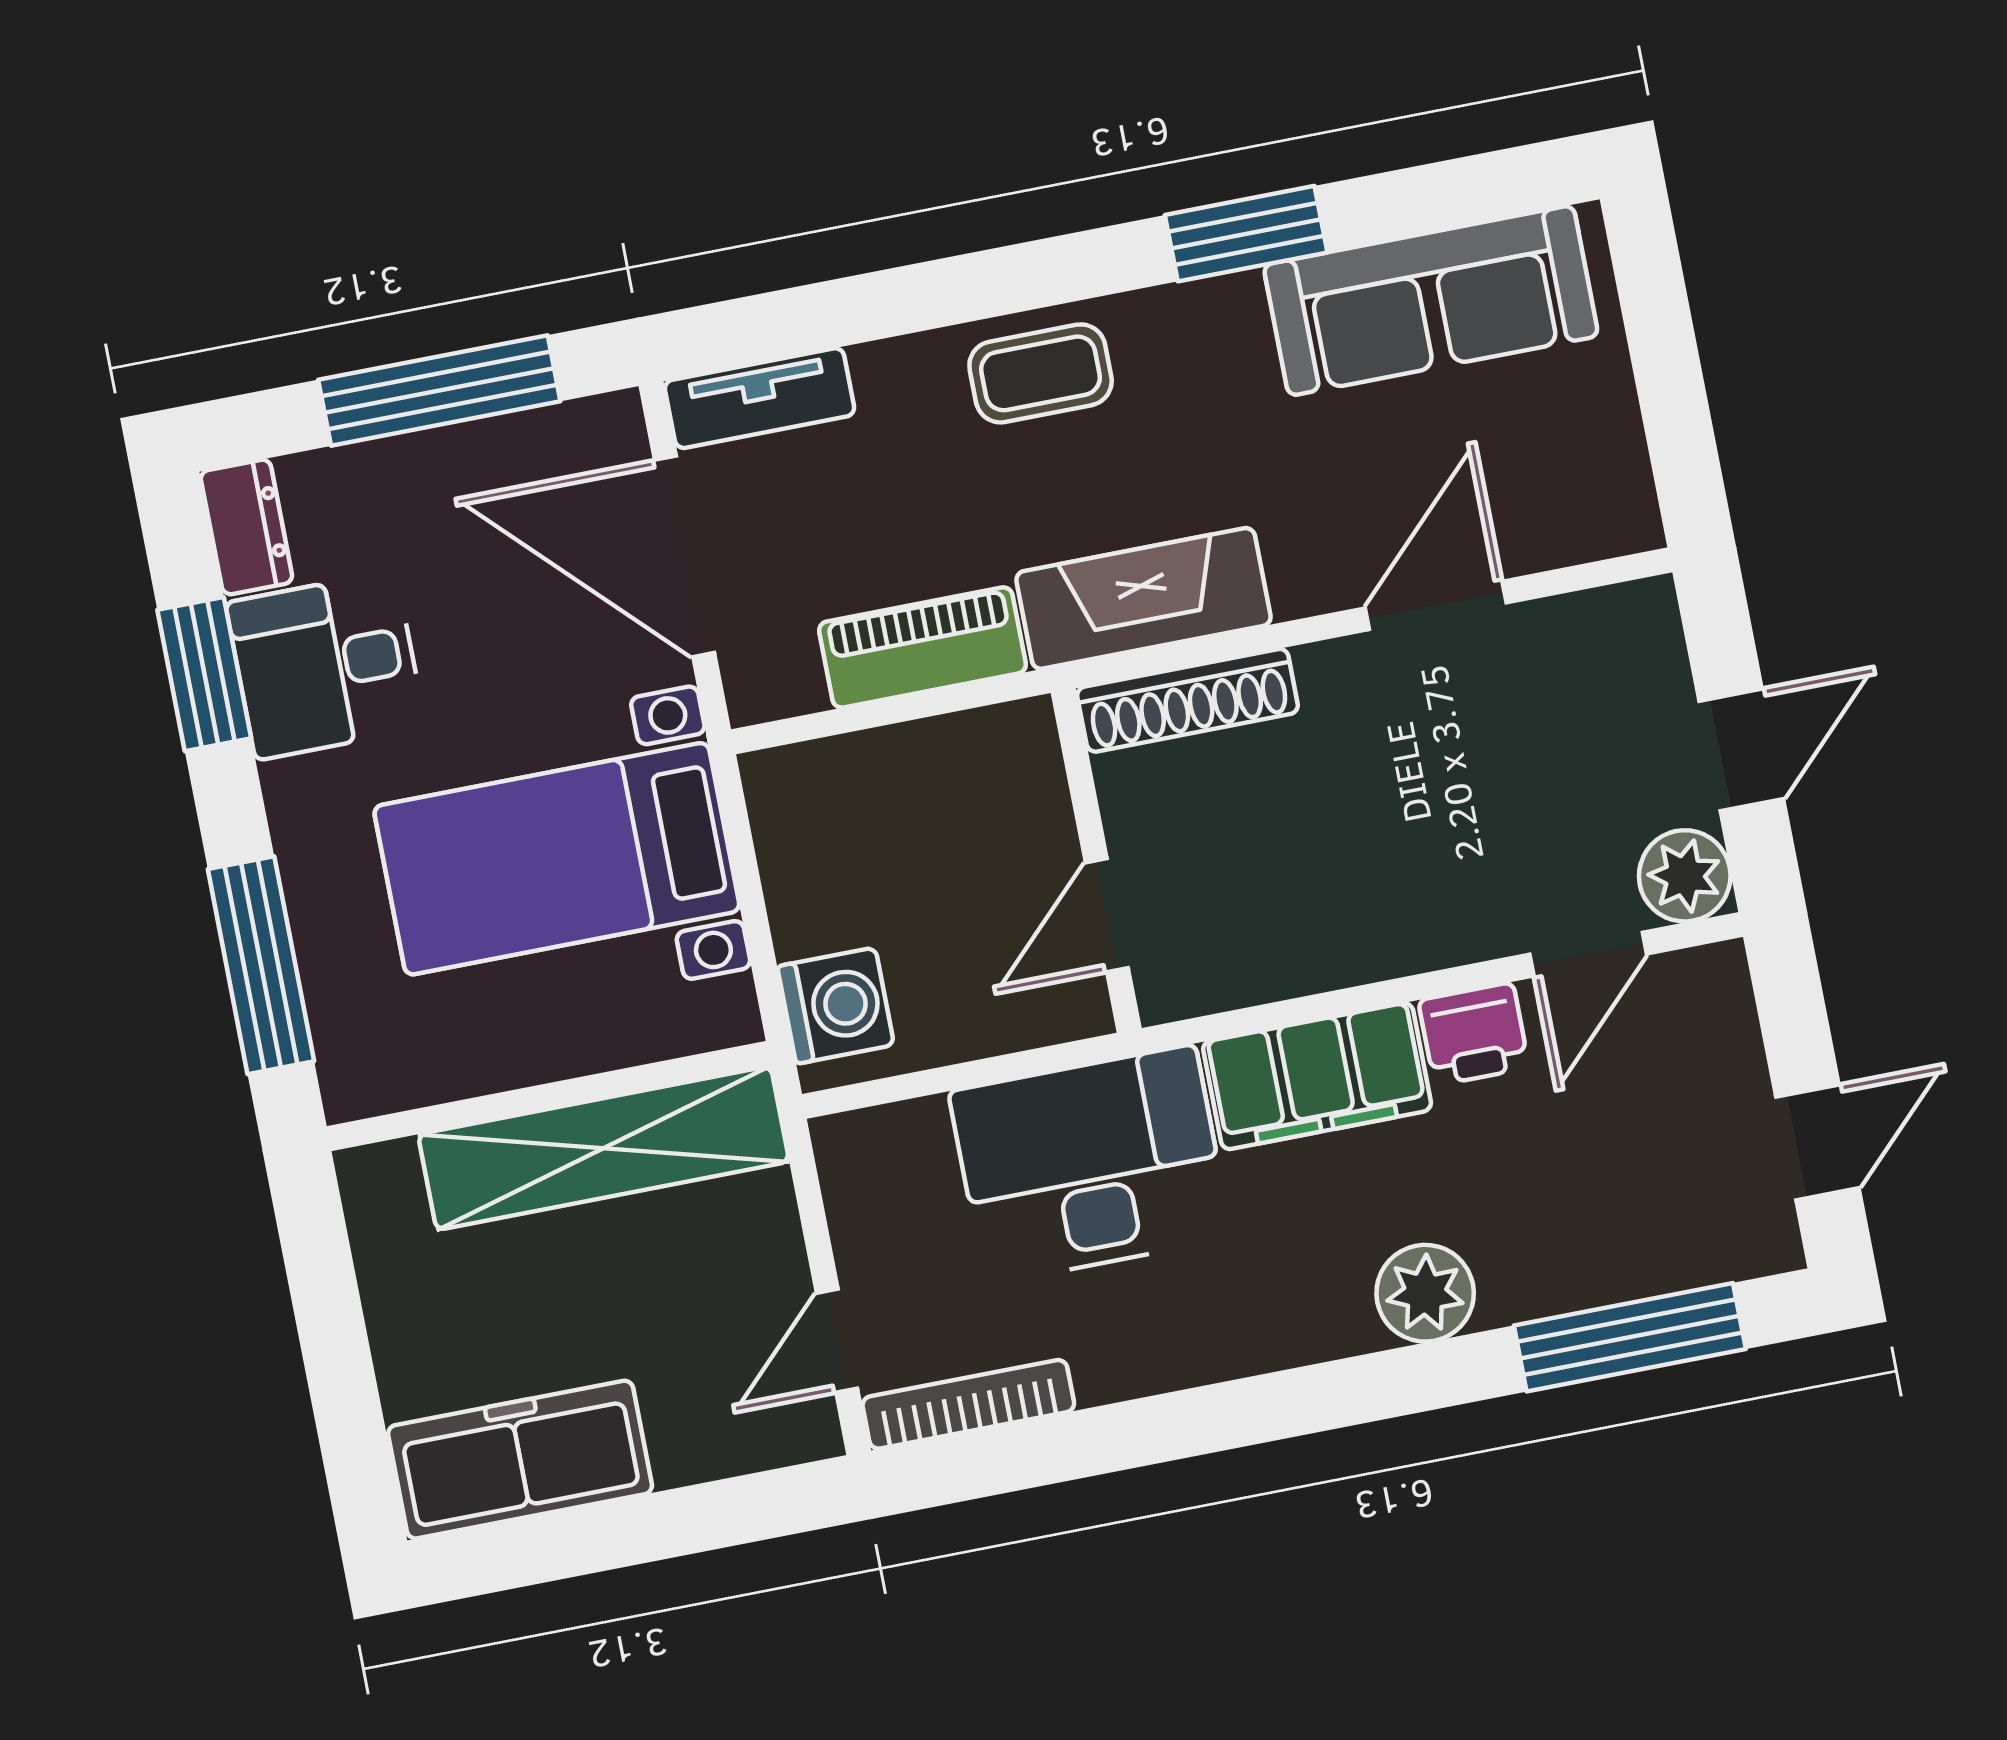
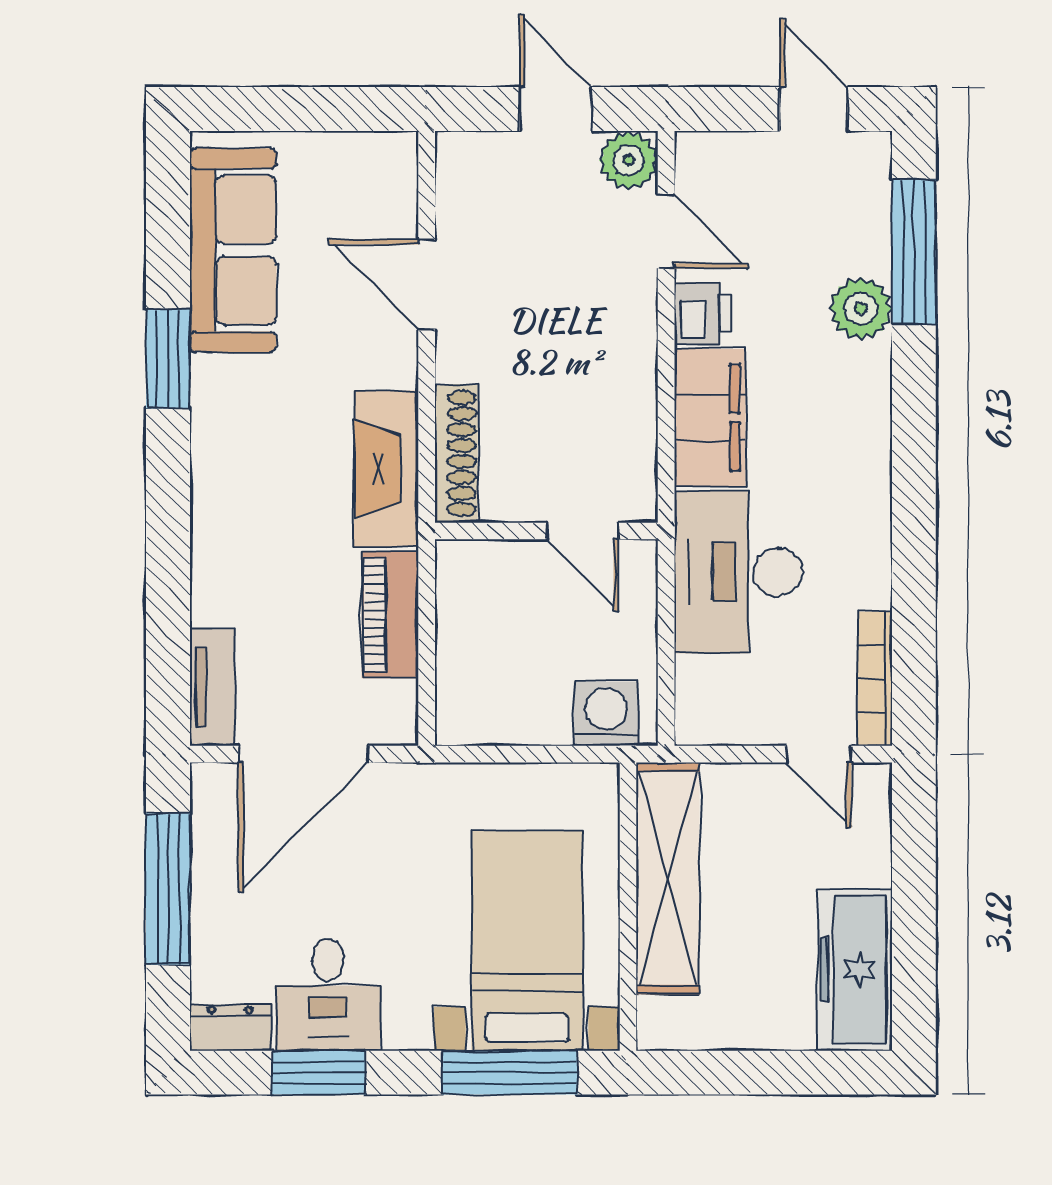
coffee table: (1041, 373) -> (231, 506), removed
bed with nightstands: (557, 859) -> (527, 941), moved, turned 180
plant: (1425, 1293) -> (861, 308), moved

